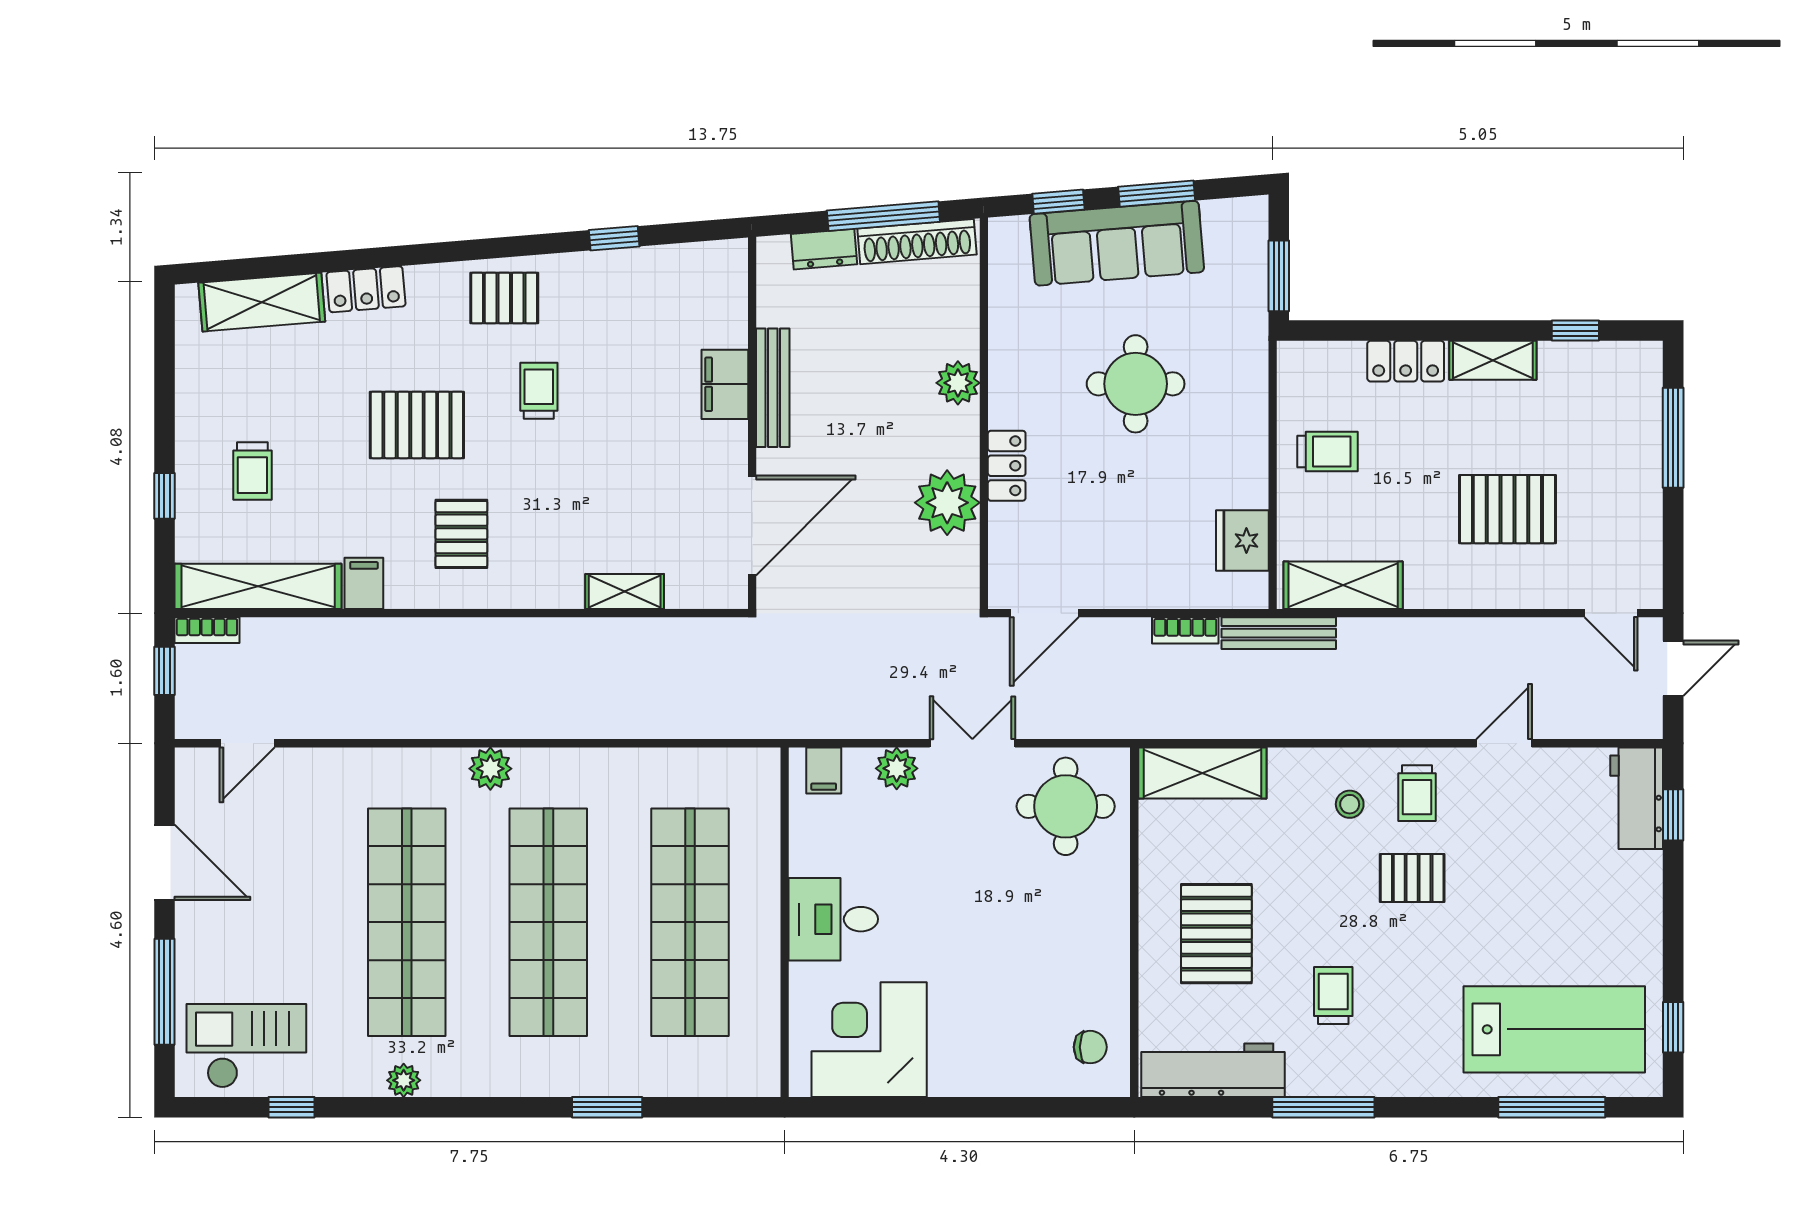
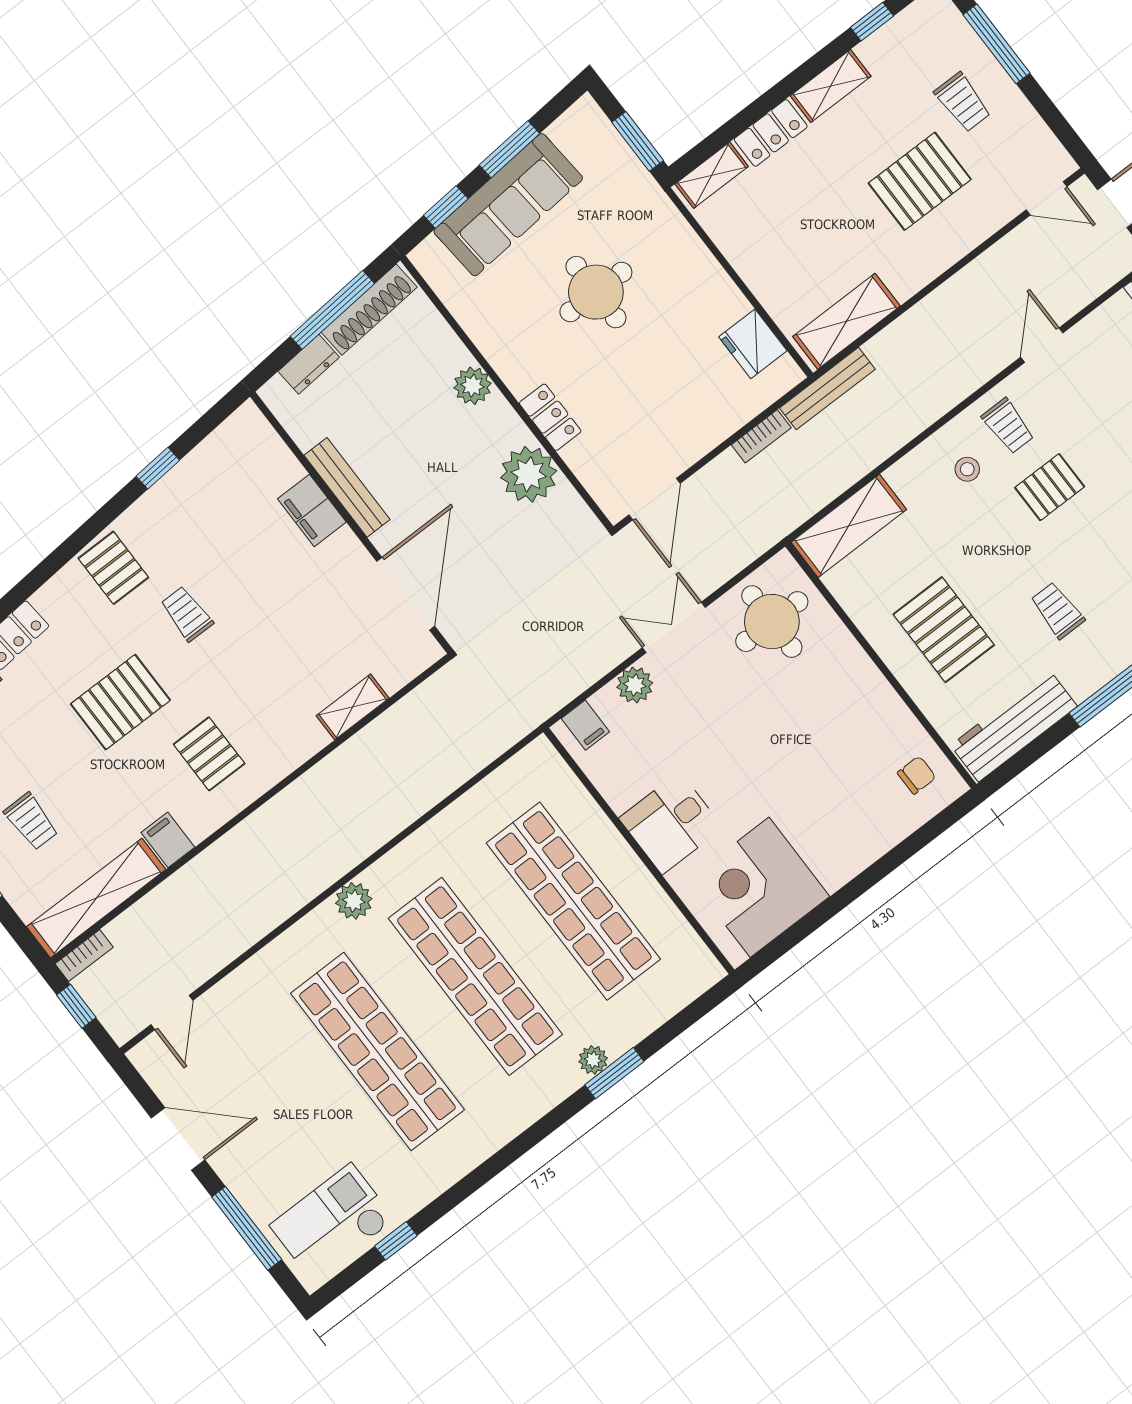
pallet: (504, 298) -> (113, 568), turned 90
shelving: (1322, 358) -> (712, 175), added
trolley: (1327, 452) -> (963, 102), moved, turned 90
plant: (404, 1080) -> (593, 1060), moved

